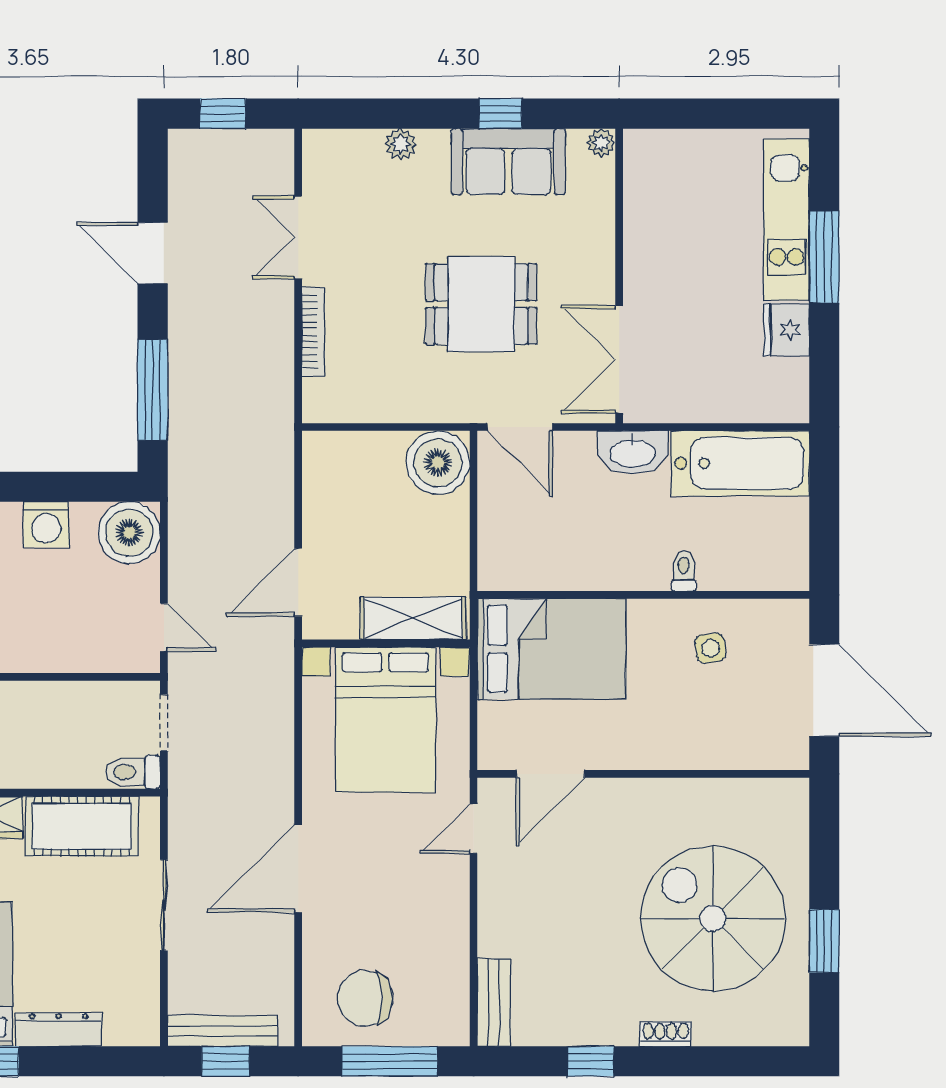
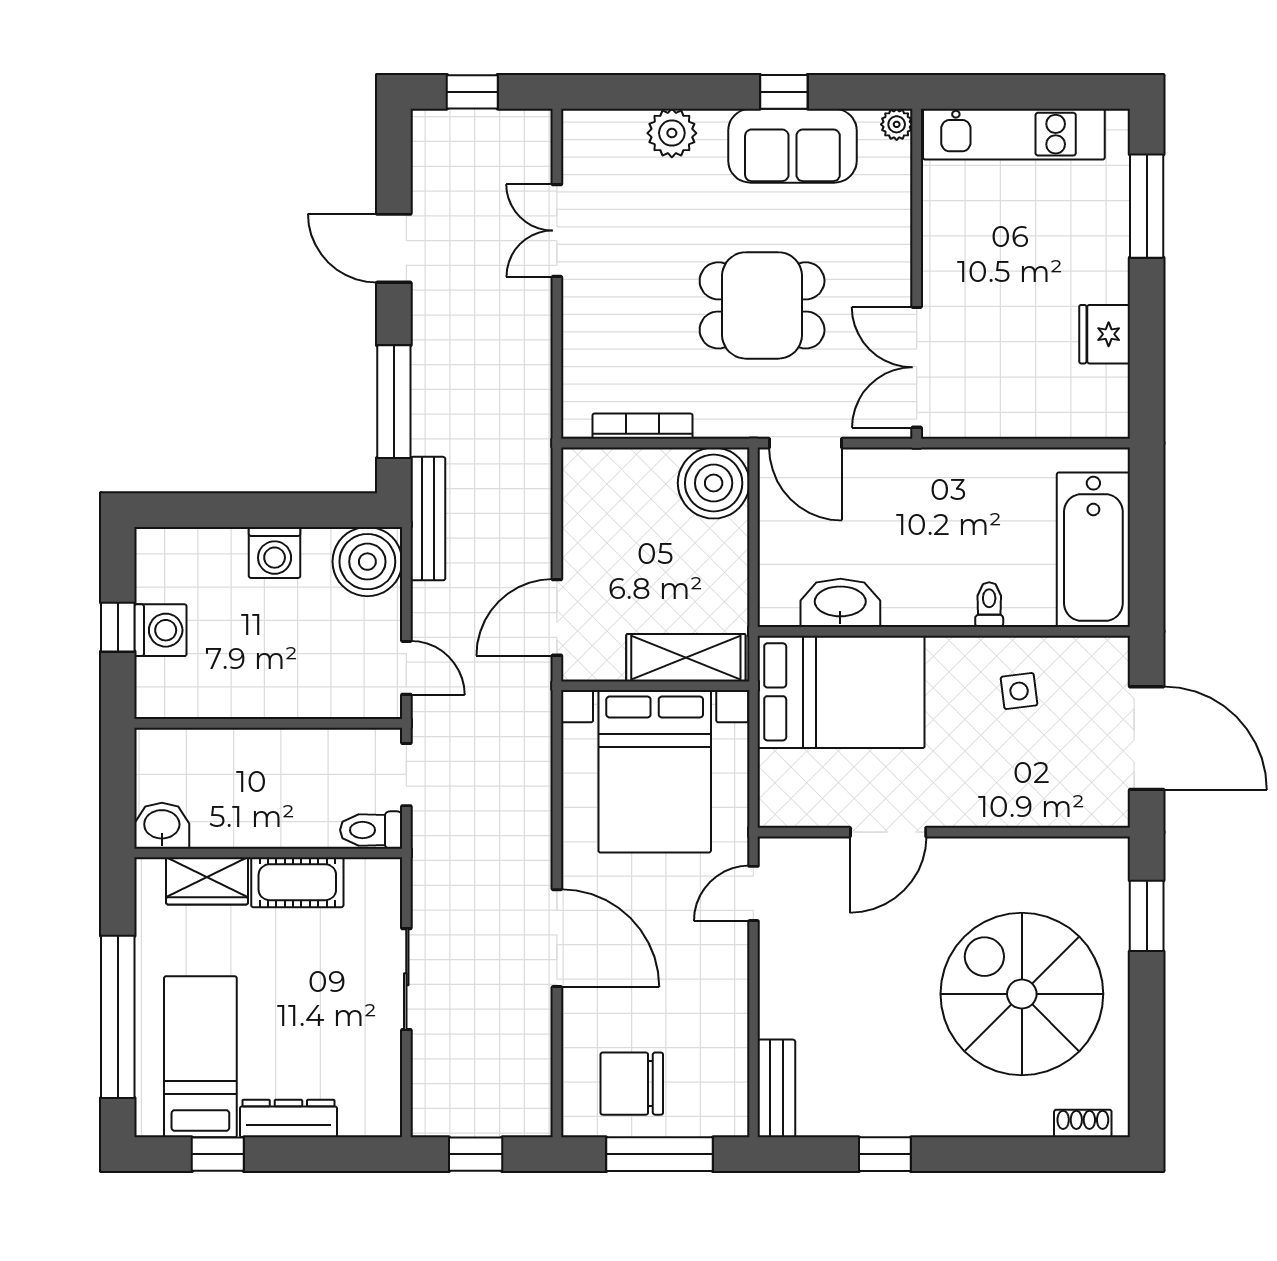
plant: (401, 144) -> (672, 133), width x1.38, depth x1.38
kitchen unit: (787, 220) -> (1014, 134), moved, turned -90
window: (824, 257) -> (1147, 206), moved
bookcase: (313, 332) -> (643, 426), moved, turned -90
washbasin: (633, 452) -> (840, 603), moved, turned 180
bathtub: (740, 463) -> (1093, 550), moved, turned 90
door: (550, 774) -> (888, 832), moved
cot: (82, 826) -> (297, 882), width x0.73, depth x0.75
door: (298, 869) -> (557, 938), swing flipped
window: (824, 941) -> (1147, 916), moved
bench: (223, 1031) -> (428, 519), moved, turned 90
shoe rack: (666, 1034) -> (1083, 1124), moved

